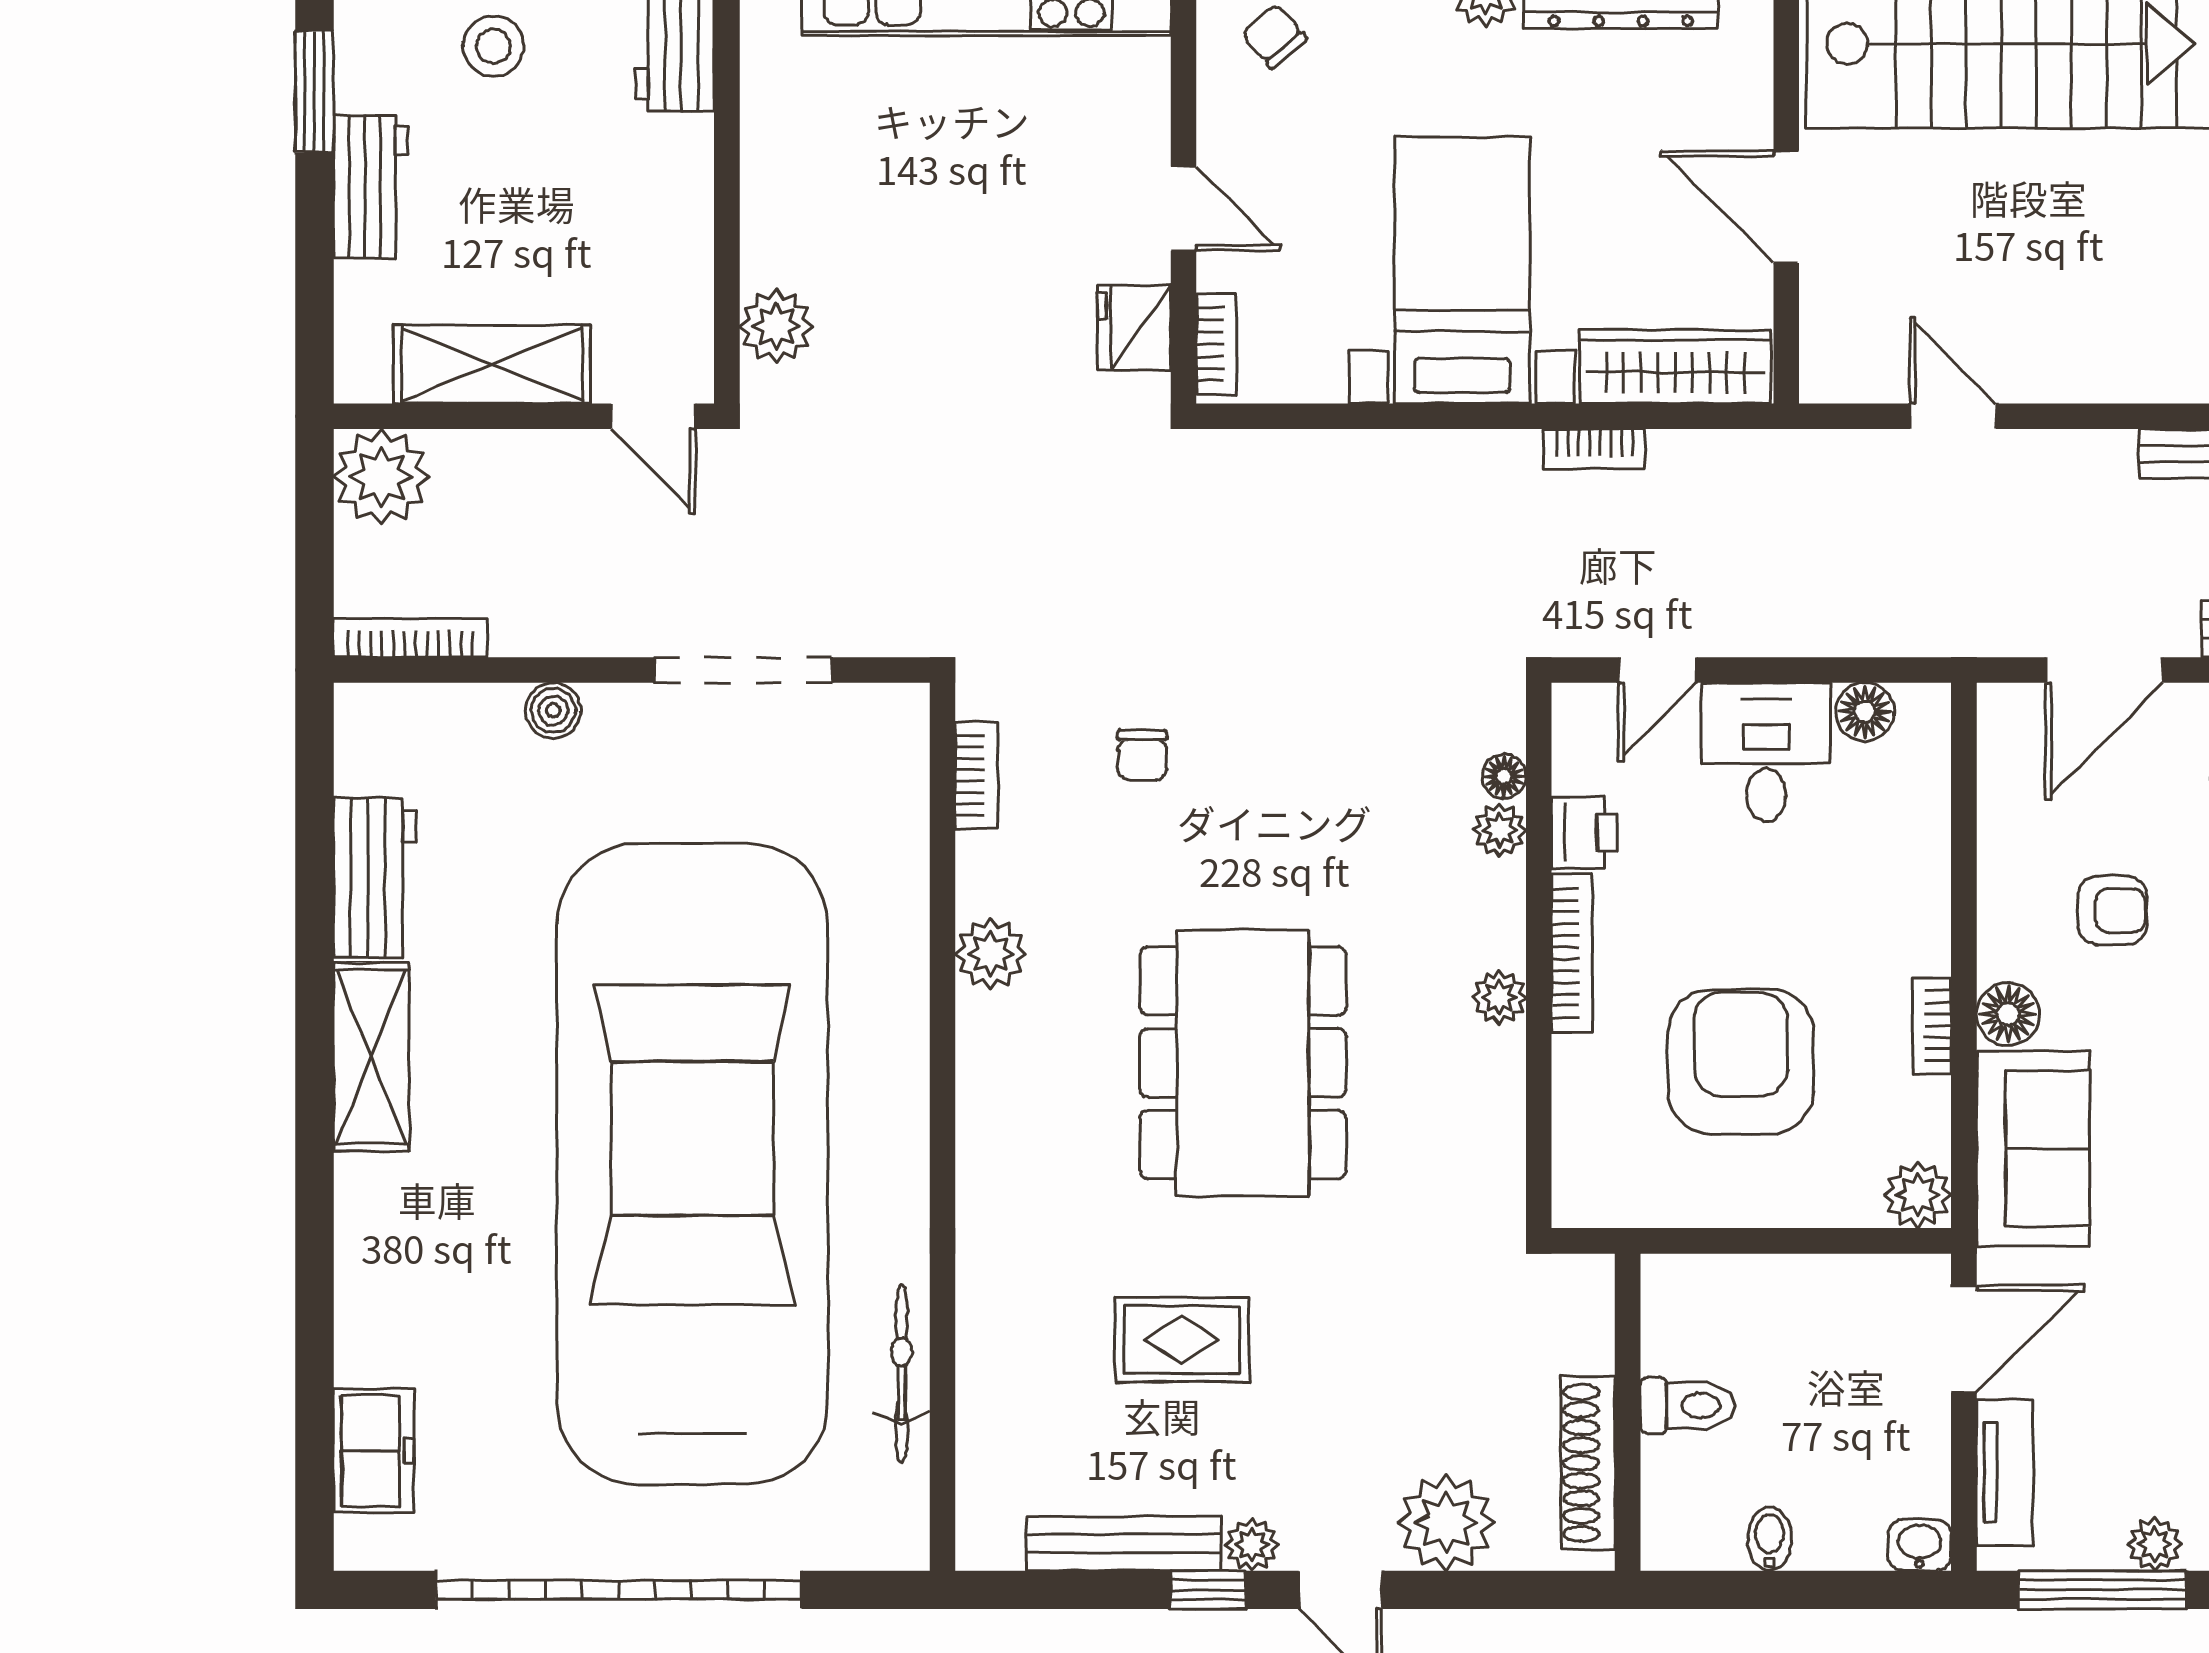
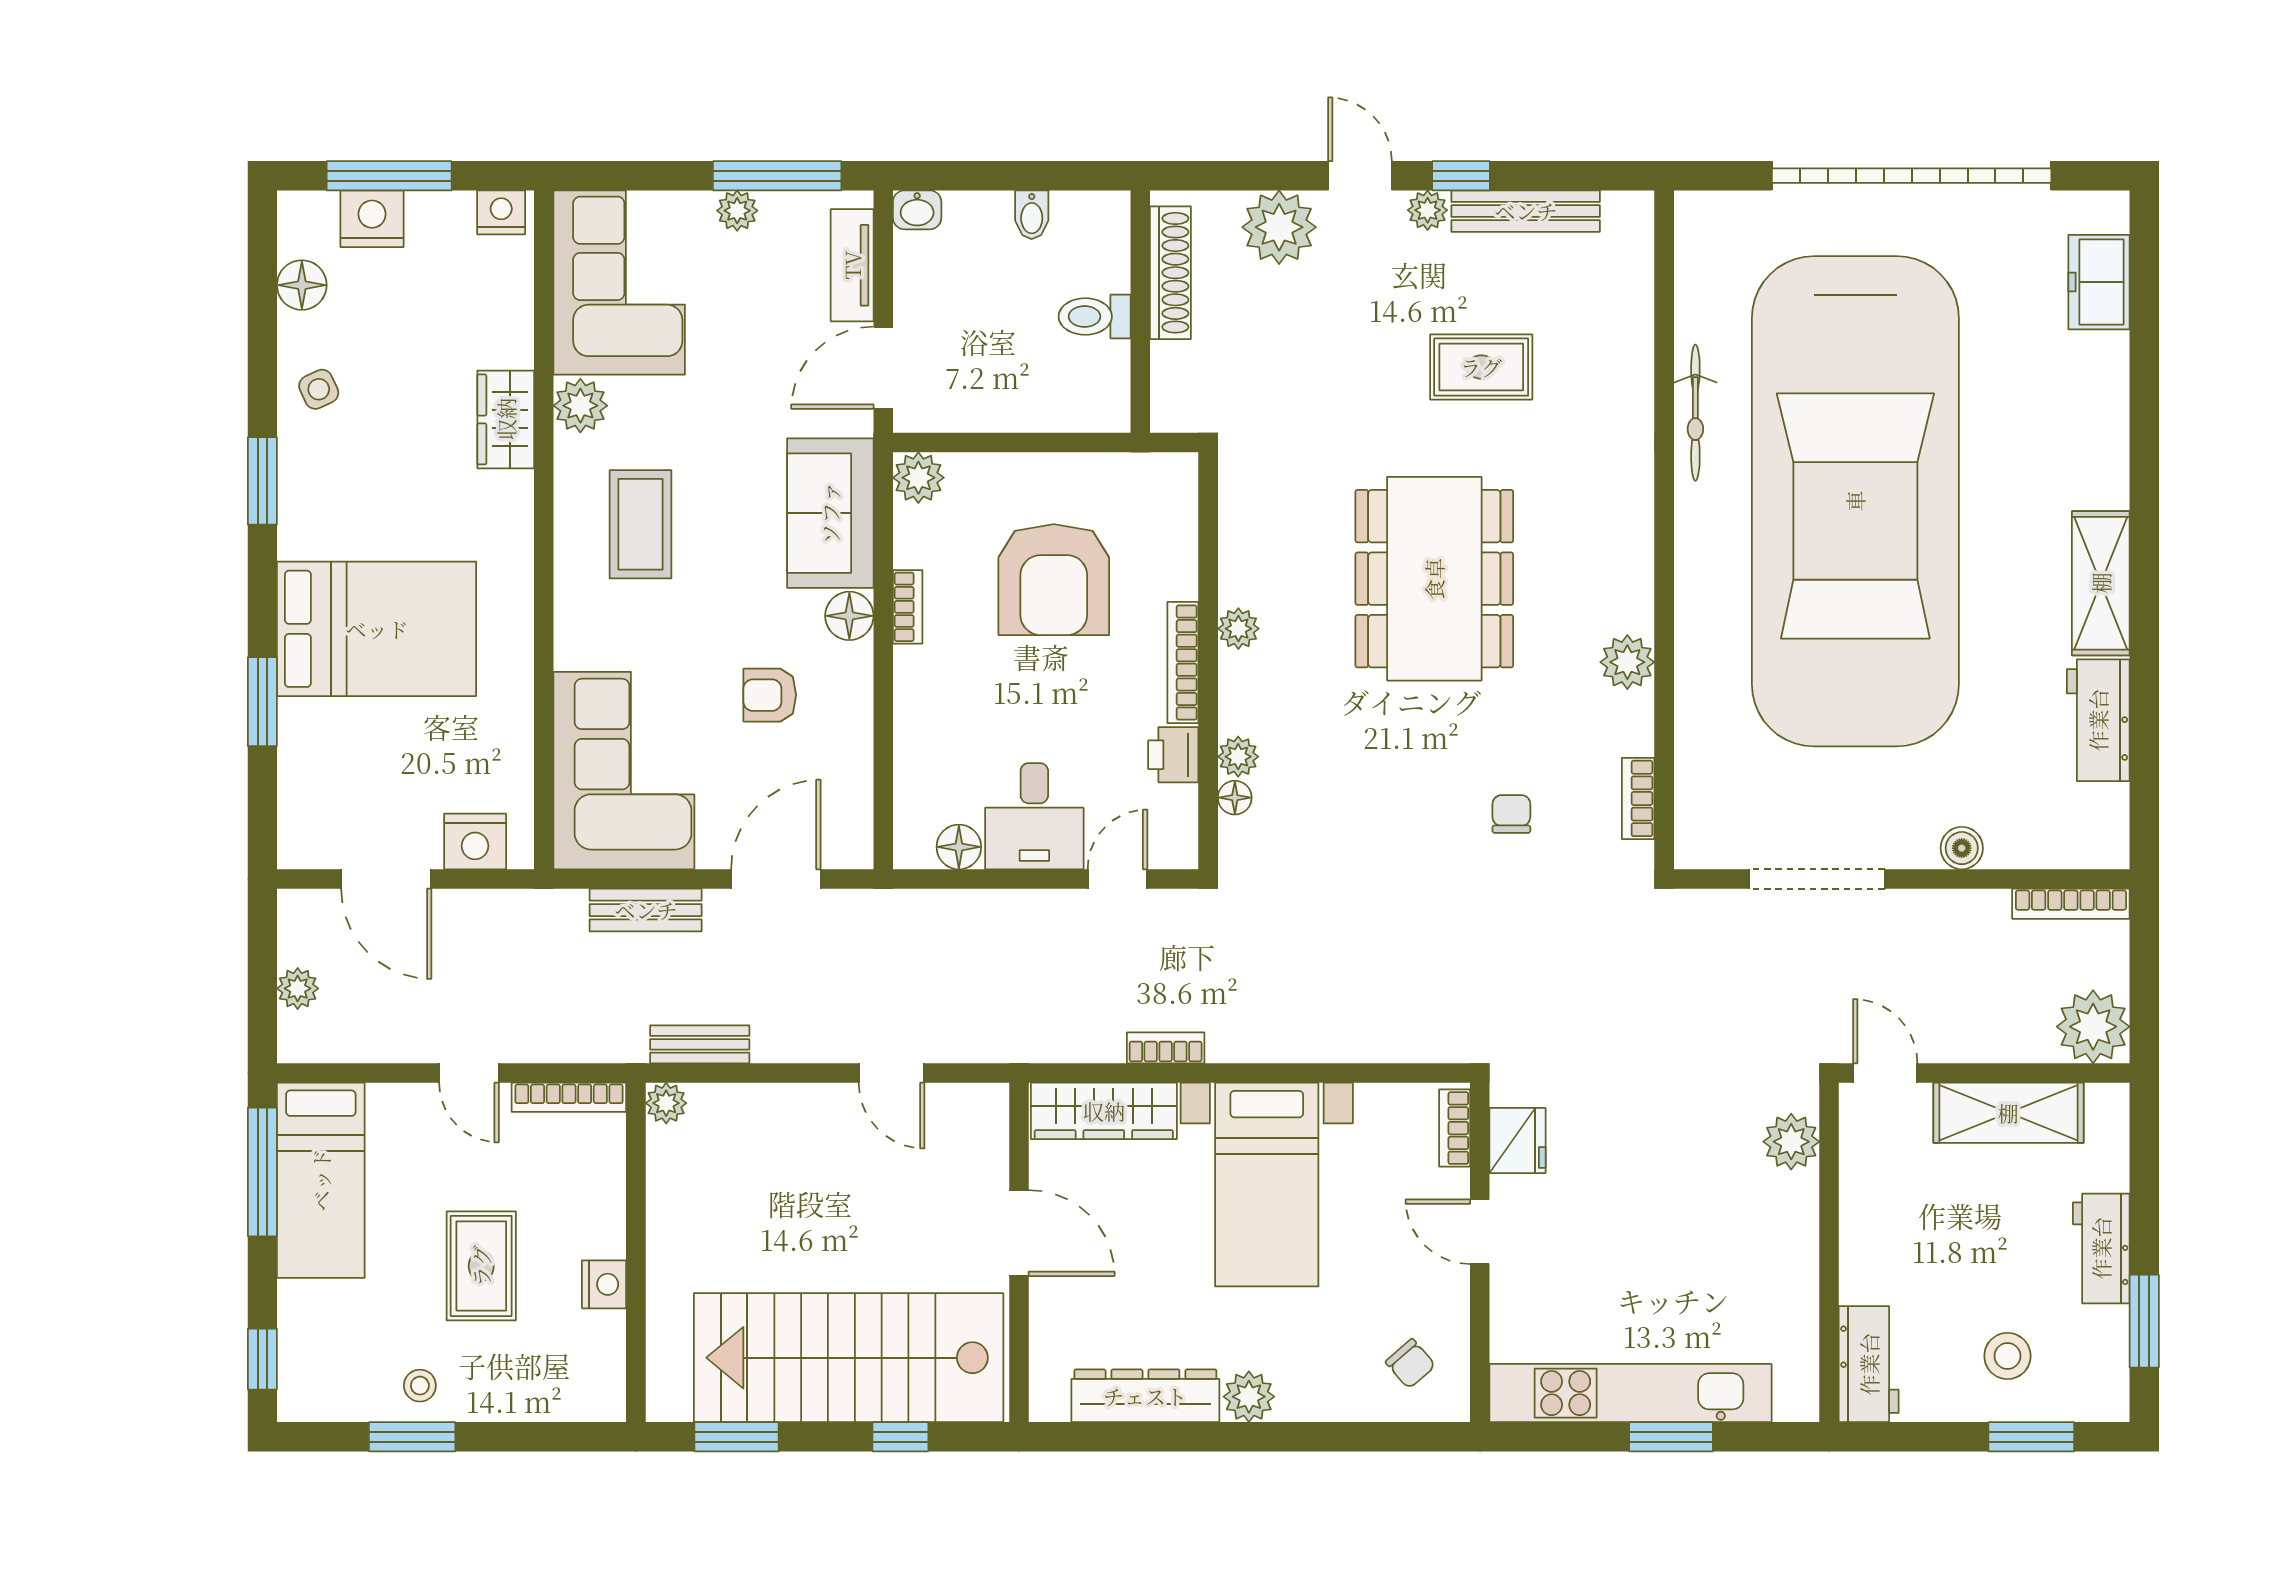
bicycle: (902, 1373) -> (1695, 413), moved

